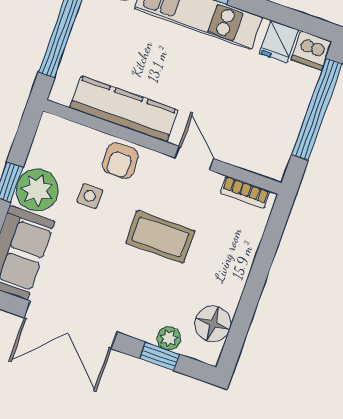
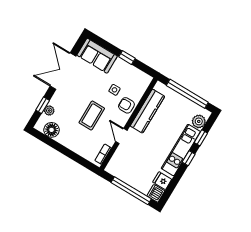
door: (194, 158) -> (121, 136), swing flipped
plant: (37, 190) -> (121, 69), removed

